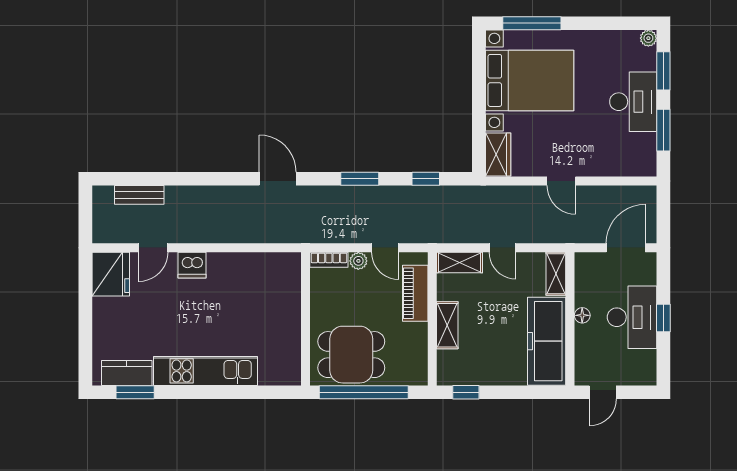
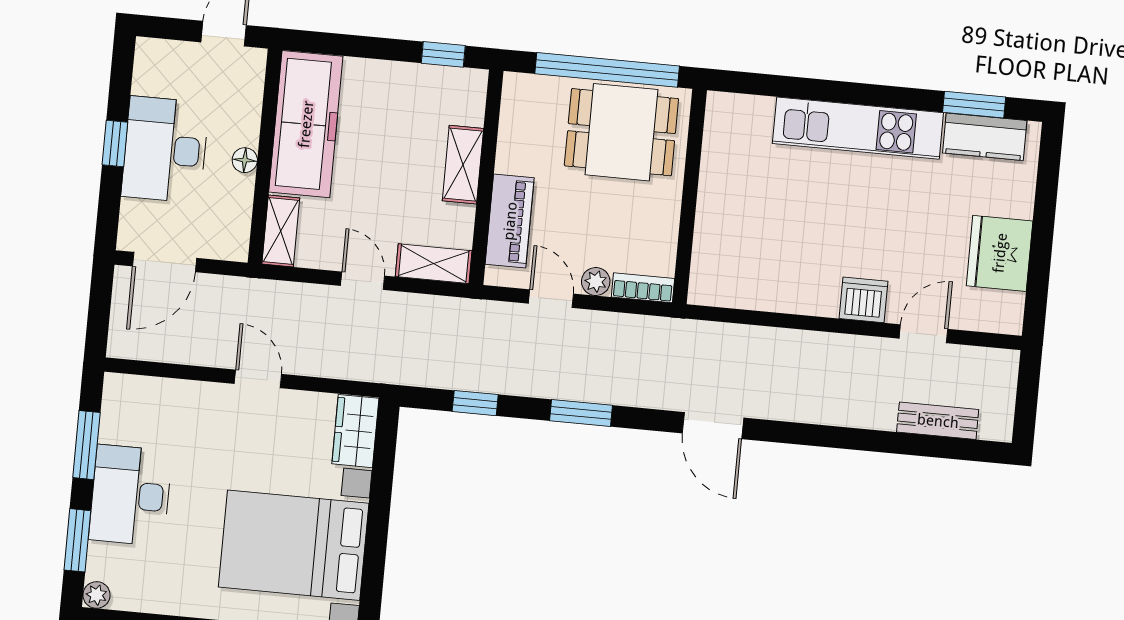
fridge: (111, 274) -> (1000, 253), moved

